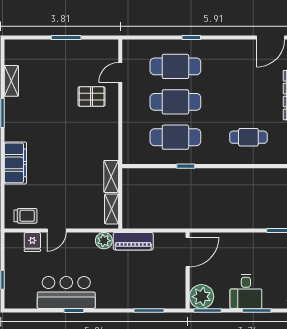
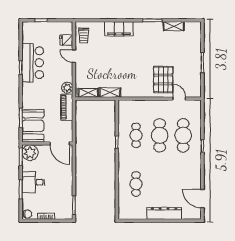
pallet: (92, 96) -> (163, 79), width x1.50, depth x1.42
cafe table: (175, 137) -> (136, 135), width x0.73, depth x0.74
booth: (161, 292) -> (33, 126), added

